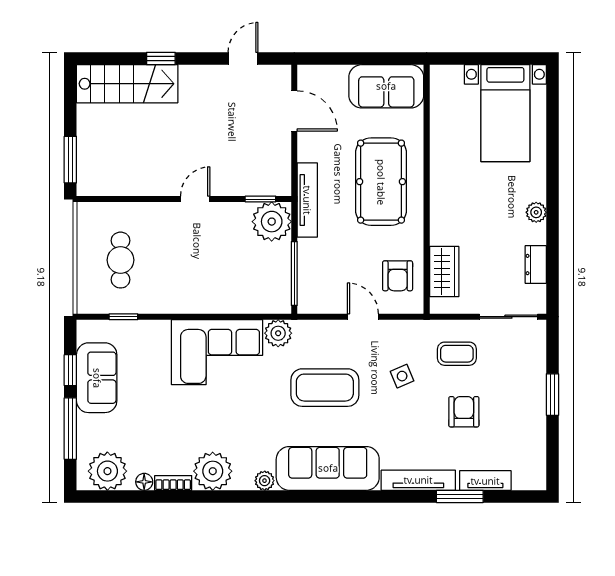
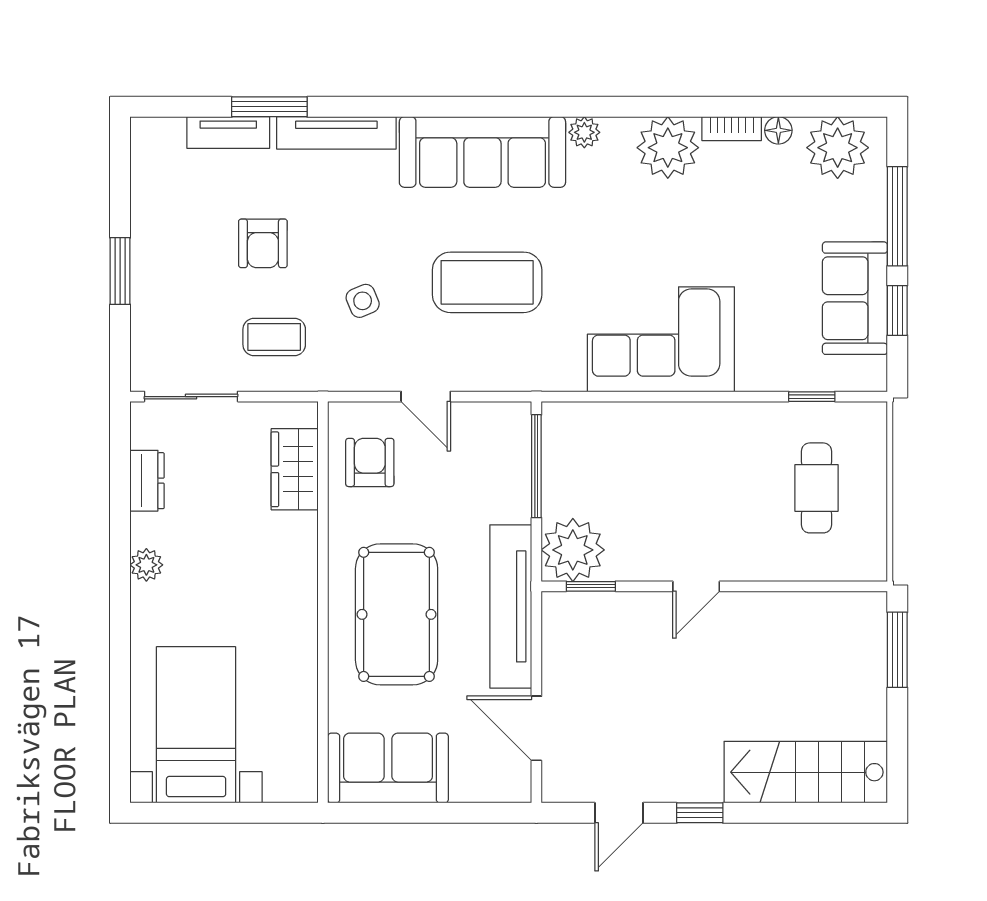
window: (161, 58) -> (700, 813), moved
tv unit: (307, 200) -> (511, 606), width x1.36, depth x1.29
plant: (278, 333) -> (562, 370), removed

